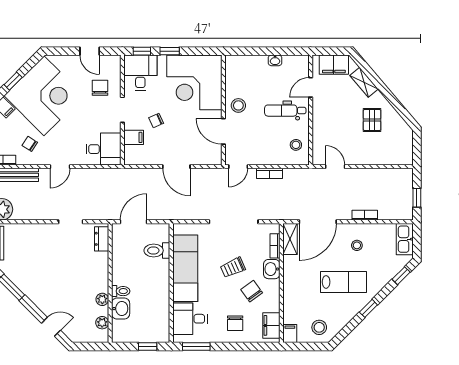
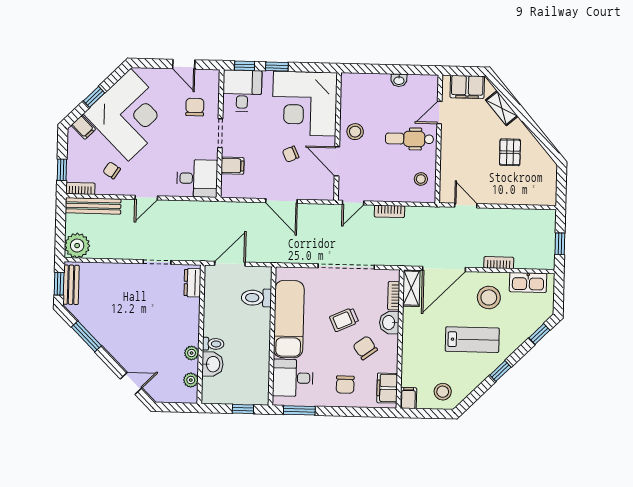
chair: (156, 120) -> (291, 154), moved
kitchen sink: (405, 239) -> (528, 282), moved, turned -90
stool: (357, 245) -> (489, 297), width x1.89, depth x1.89

